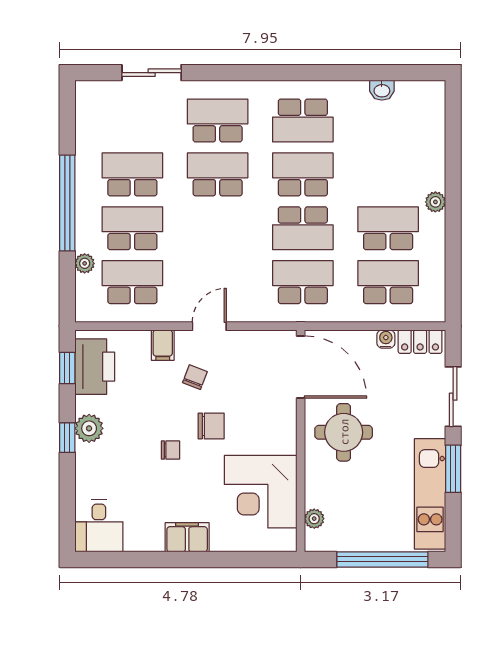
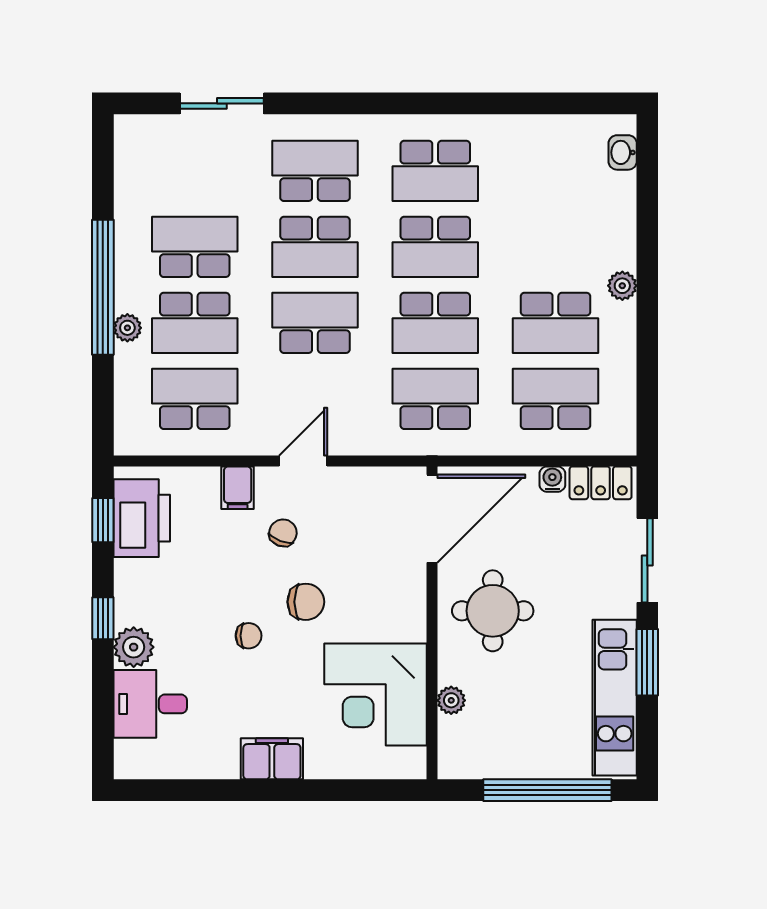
washbasin: (382, 90) -> (623, 152), moved, turned 90
school desk: (218, 174) -> (315, 247), turned 180
school desk: (303, 174) -> (435, 247), turned 180
school desk: (132, 228) -> (195, 323), turned 180
school desk: (218, 228) -> (315, 323), added
school desk: (388, 228) -> (555, 323), turned 180
plant: (85, 263) -> (127, 328), moved
door: (301, 367) -> (432, 519), hinge flipped
plant: (89, 428) -> (134, 647), moved
plant: (314, 519) -> (451, 700), moved
desk: (99, 526) -> (150, 704), moved, turned 90

